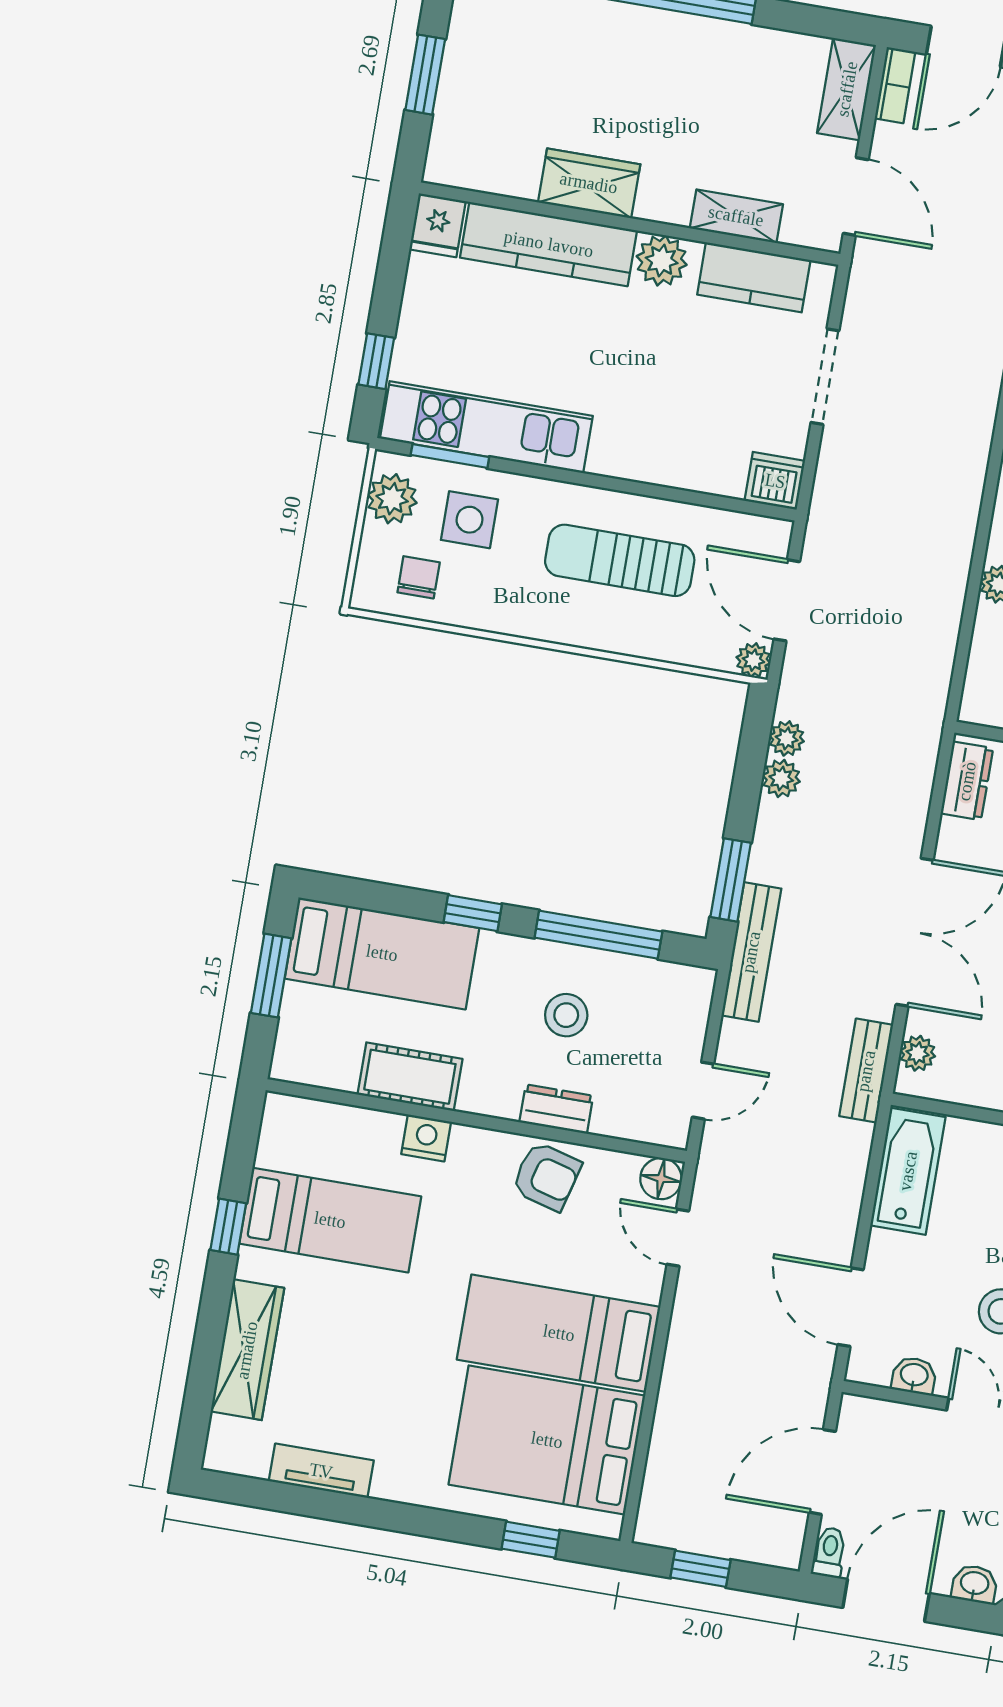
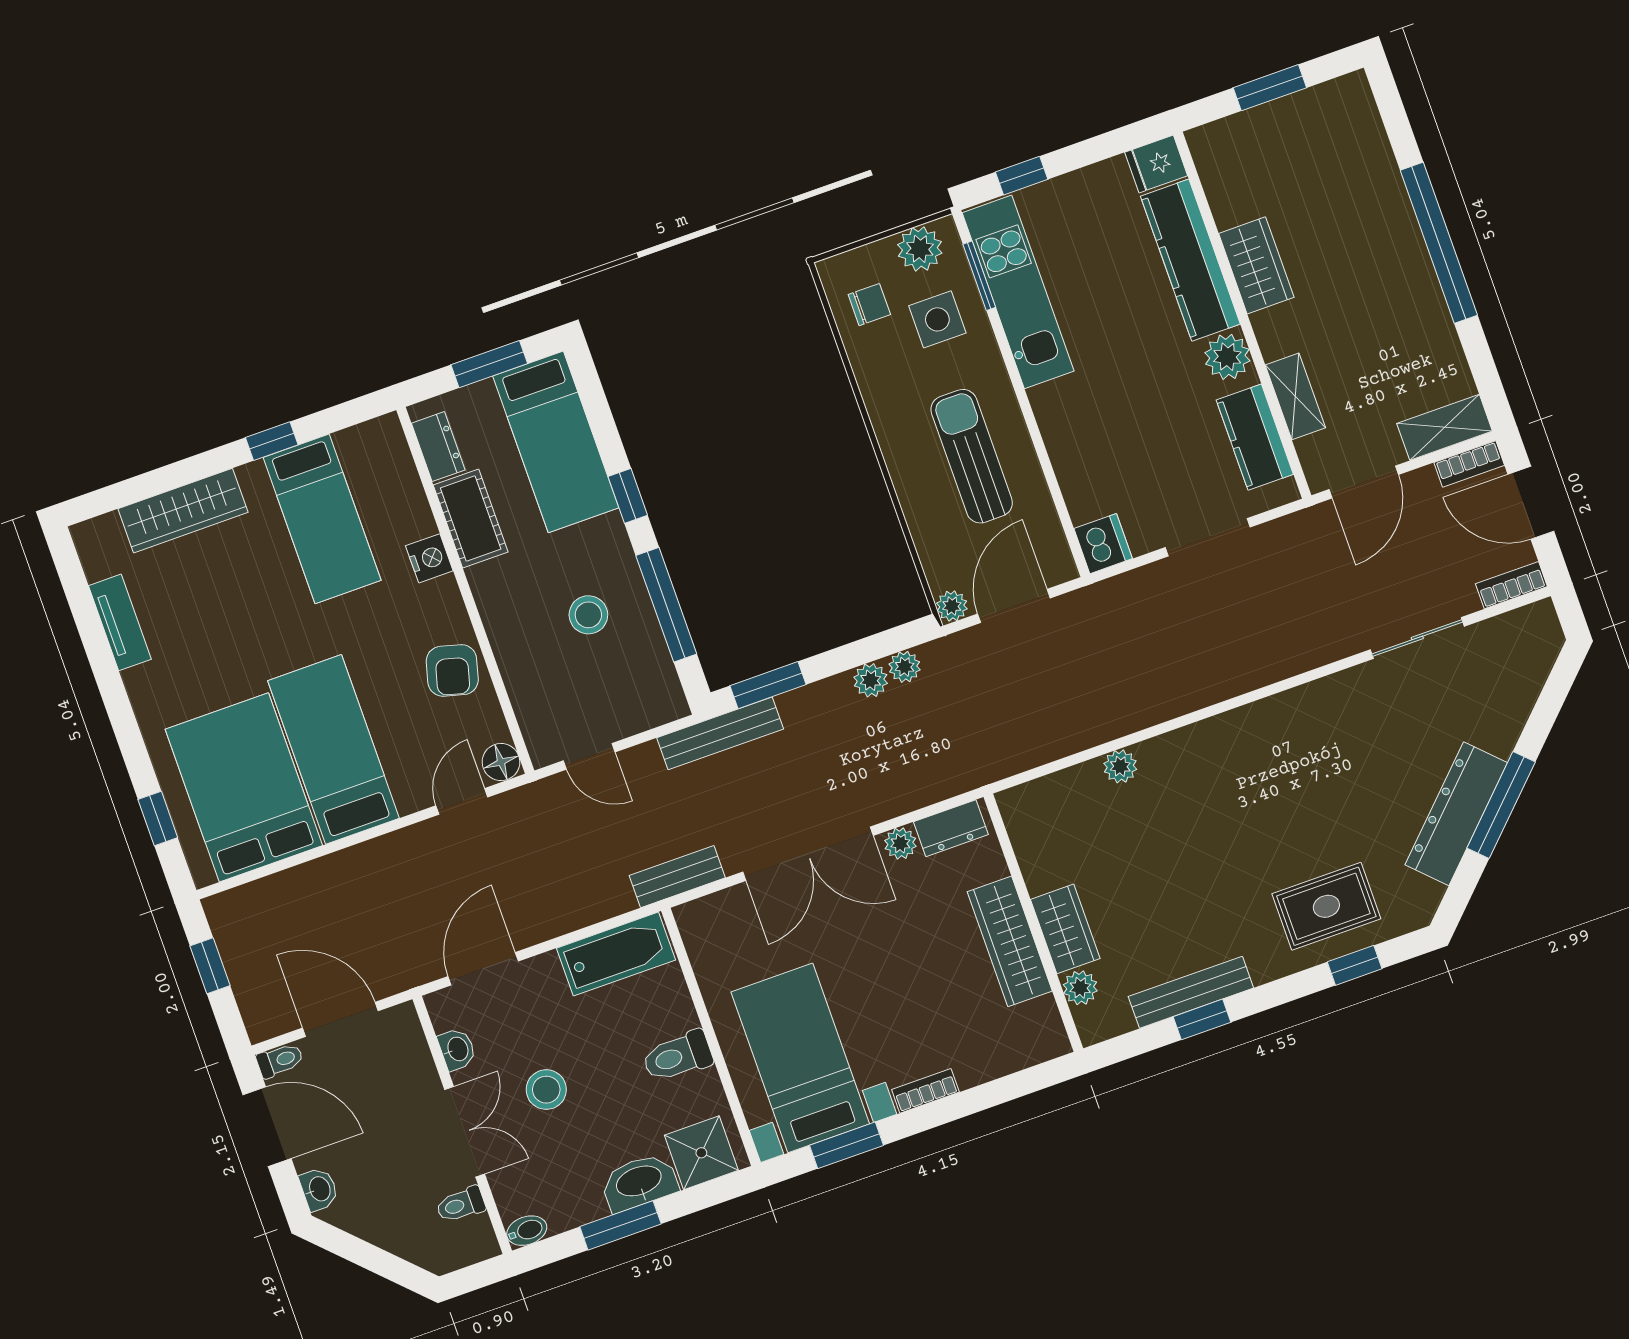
plant: (918, 1053) -> (900, 843), moved
dresser: (556, 1109) -> (438, 447), moved

